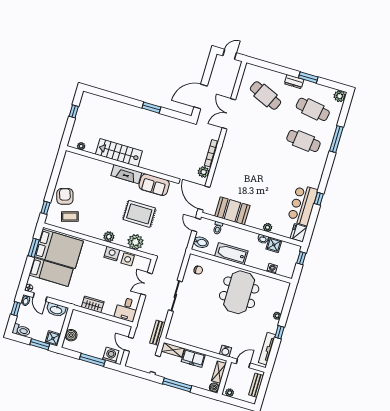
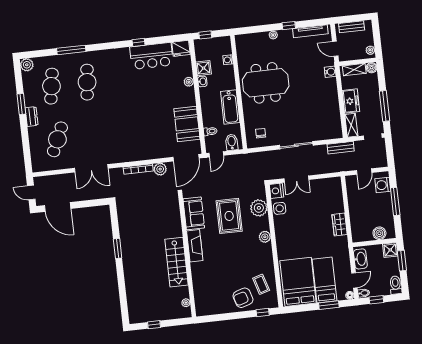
door: (201, 96) -> (58, 207), moved
window: (34, 248) -> (329, 305), moved
nightstand: (112, 254) -> (276, 191), moved
desk: (127, 309) -> (330, 189), removed

